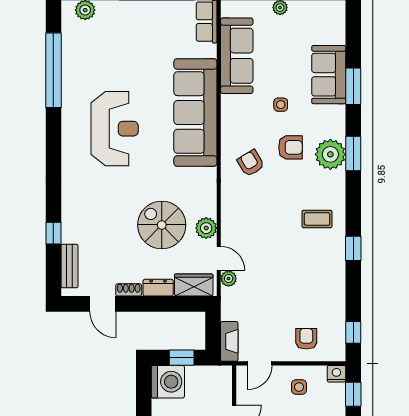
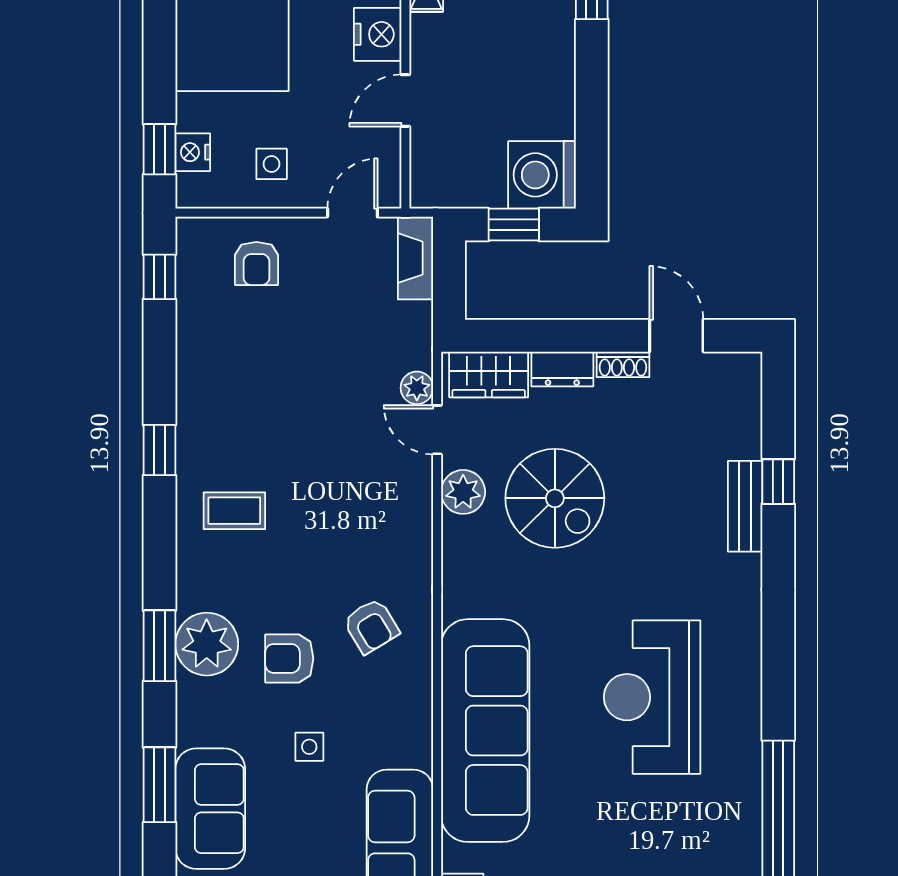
bench: (70, 266) -> (745, 506), moved
nightstand: (336, 374) -> (193, 152), moved, turned 90

